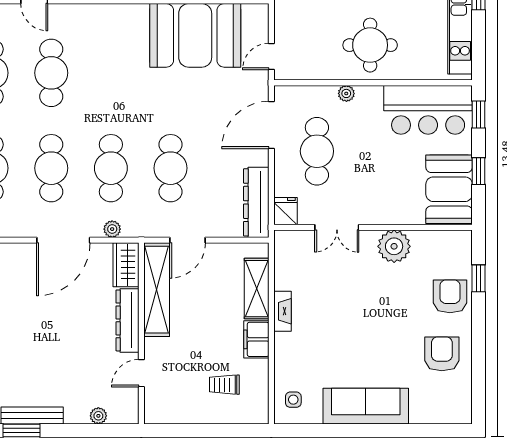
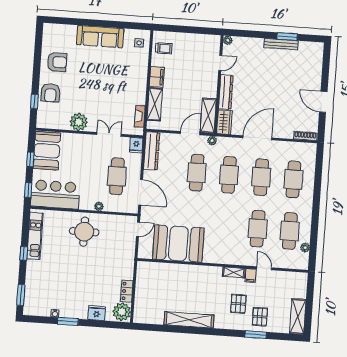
door: (271, 125) -> (141, 192), hinge flipped
plant: (112, 229) -> (212, 141), moved
shelving: (157, 290) -> (208, 116), width x0.68
fireplace: (282, 311) -> (140, 116), moved
armchair: (442, 354) -> (57, 62), turned -90
trolley: (224, 385) -> (164, 48), moved
plant: (98, 416) -> (228, 40), moved

